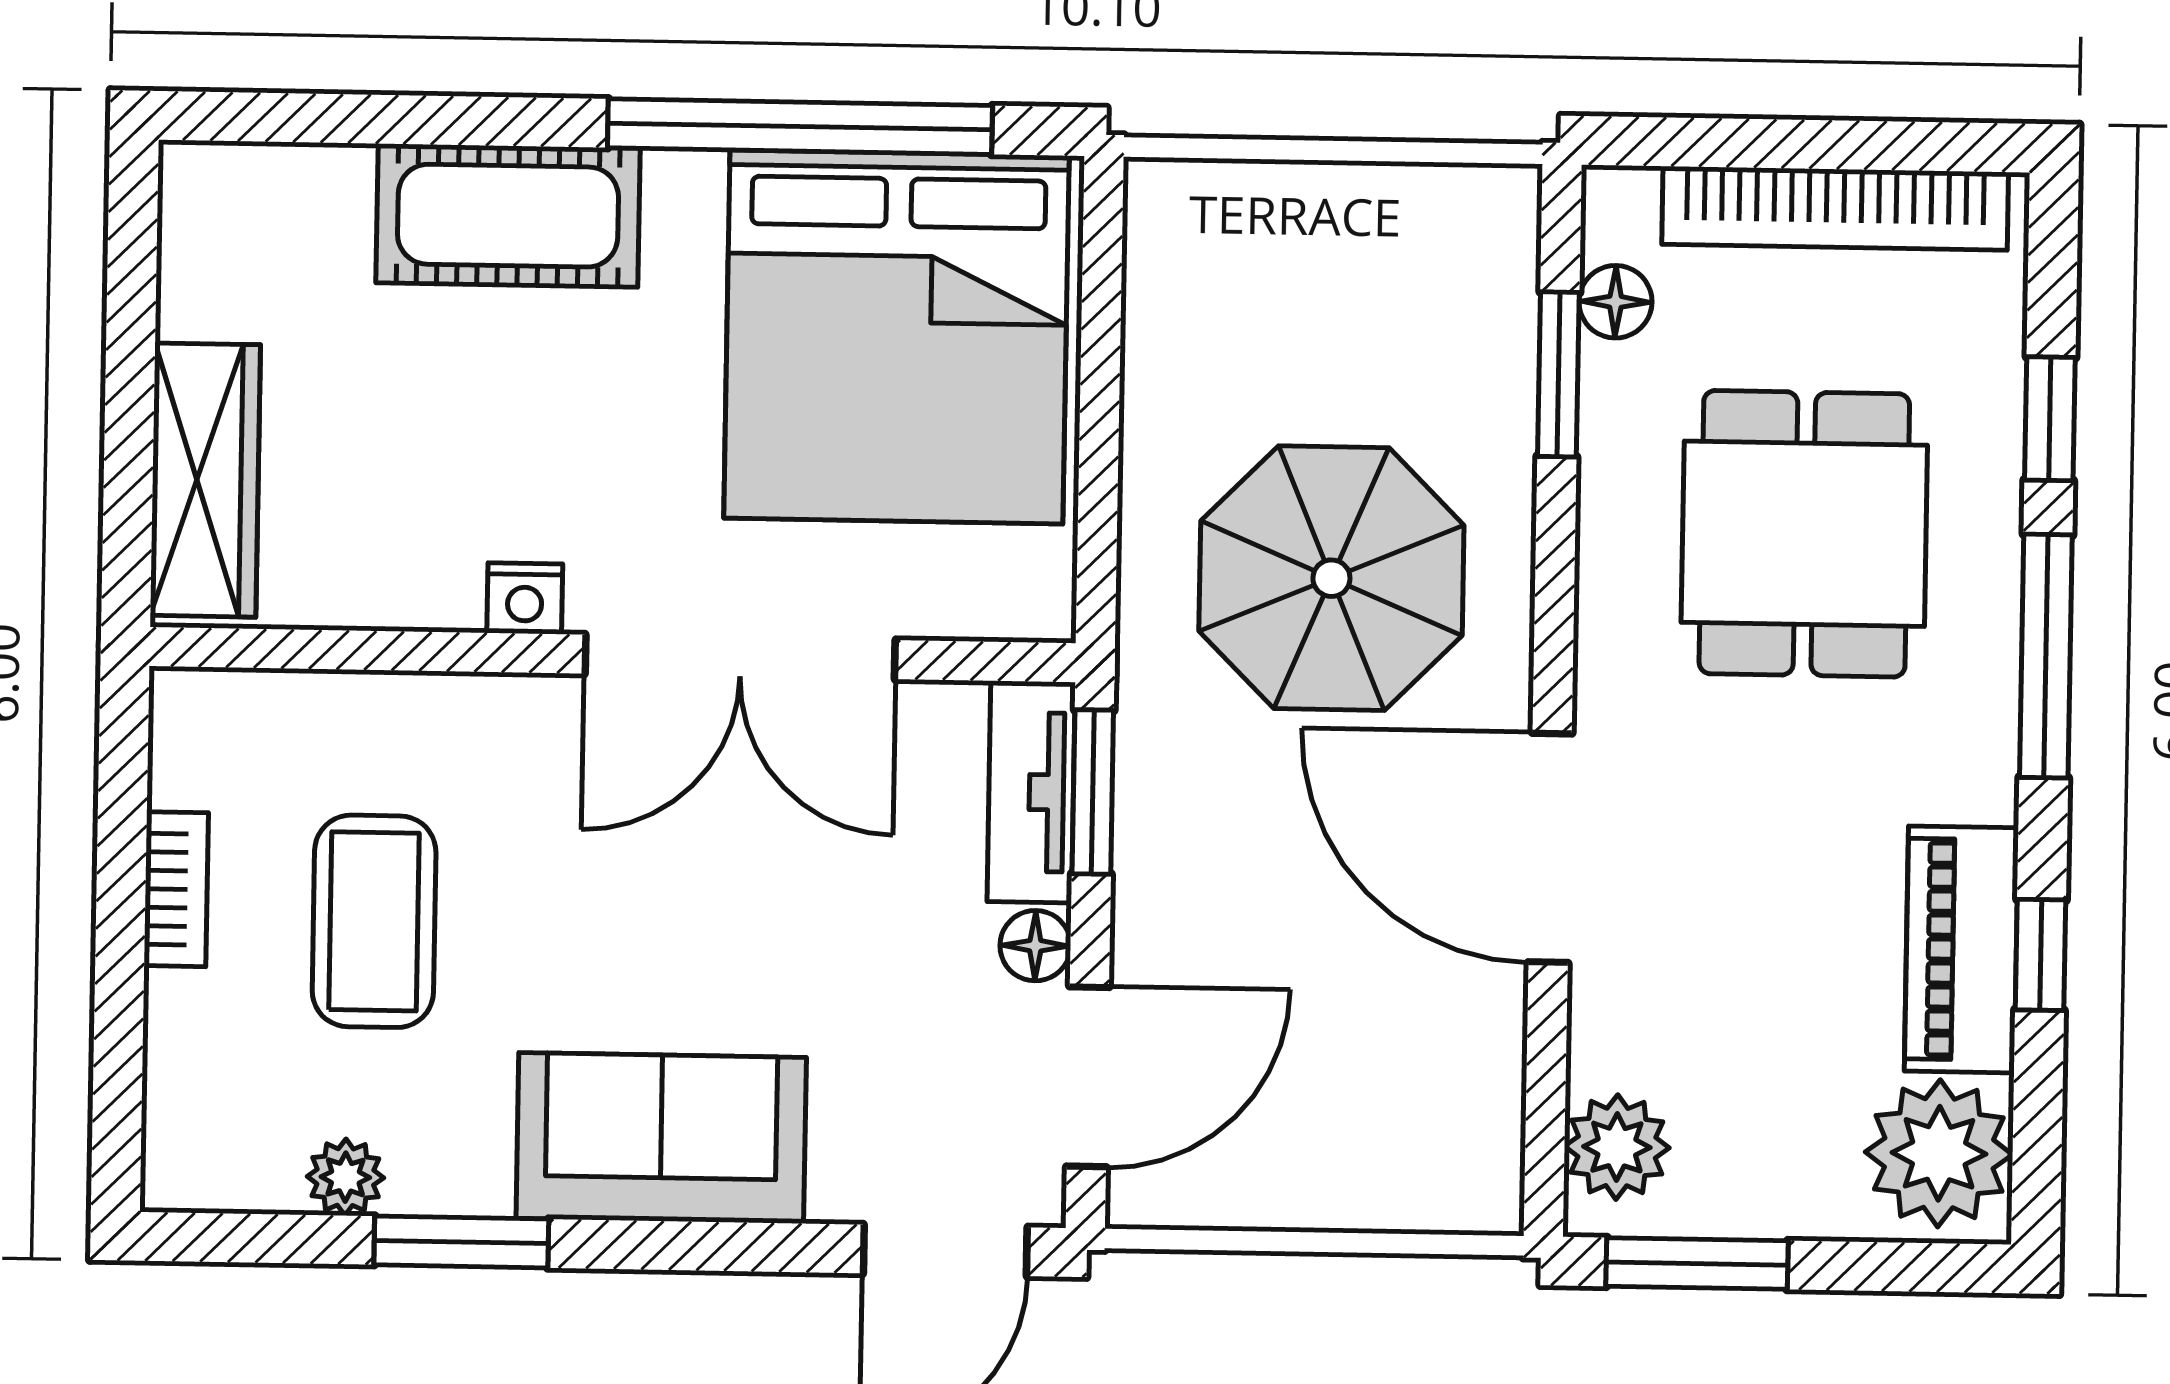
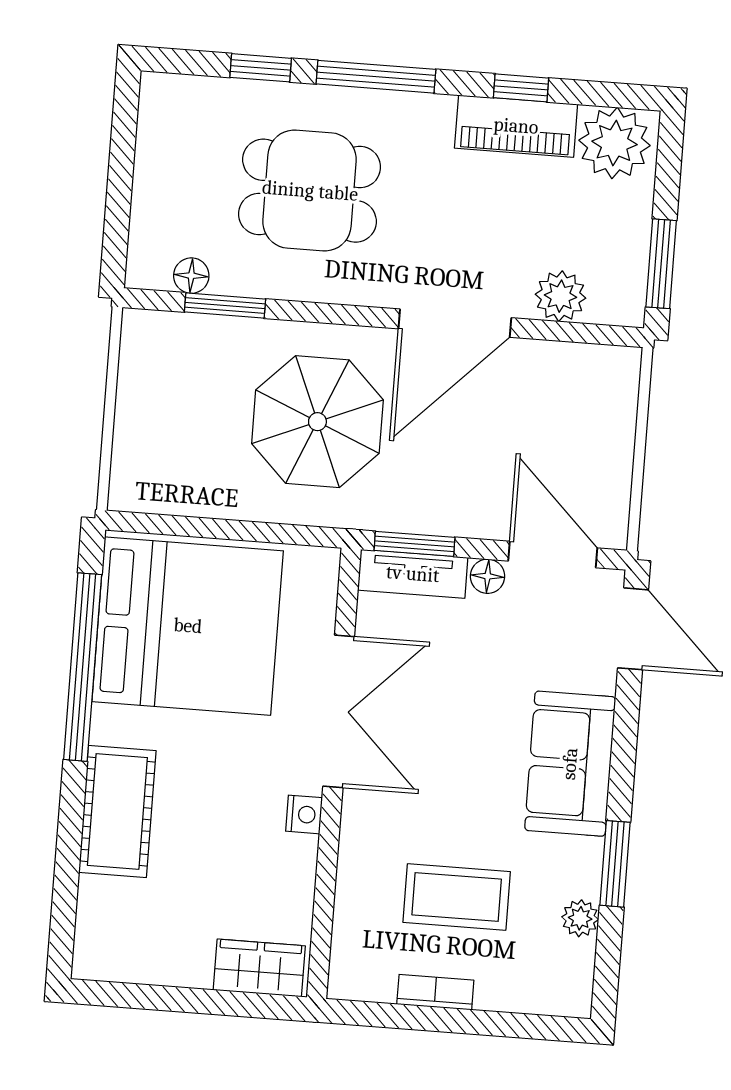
bookcase: (1835, 208) -> (152, 166), removed
wardrobe: (205, 480) -> (259, 968), width x0.67
plant: (1617, 1147) -> (560, 296), moved

